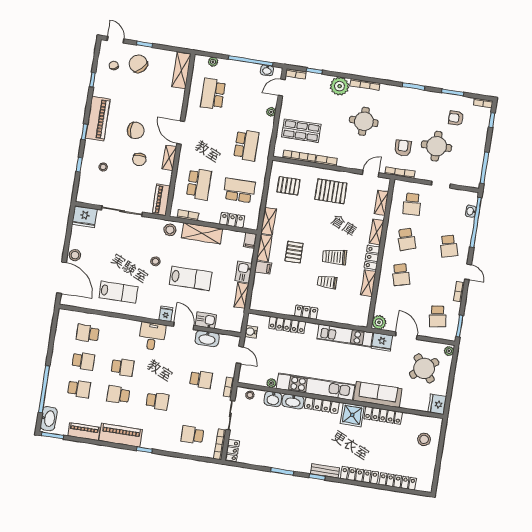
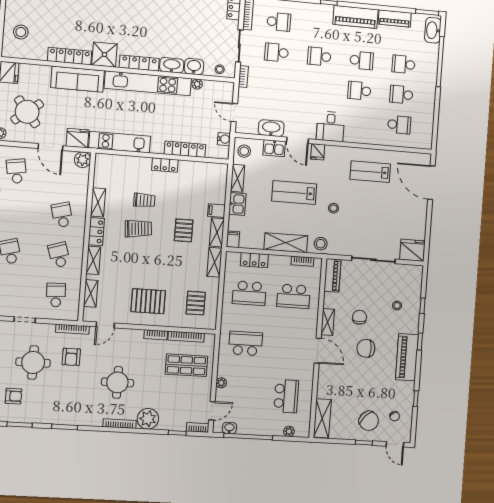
school desk: (246, 145) -> (245, 343), turned 90
school desk: (199, 184) -> (294, 296), turned -90
pallet: (288, 186) -> (196, 303), turned 90
stool: (75, 255) -> (244, 151), moved
school desk: (201, 379) -> (277, 52), moved

